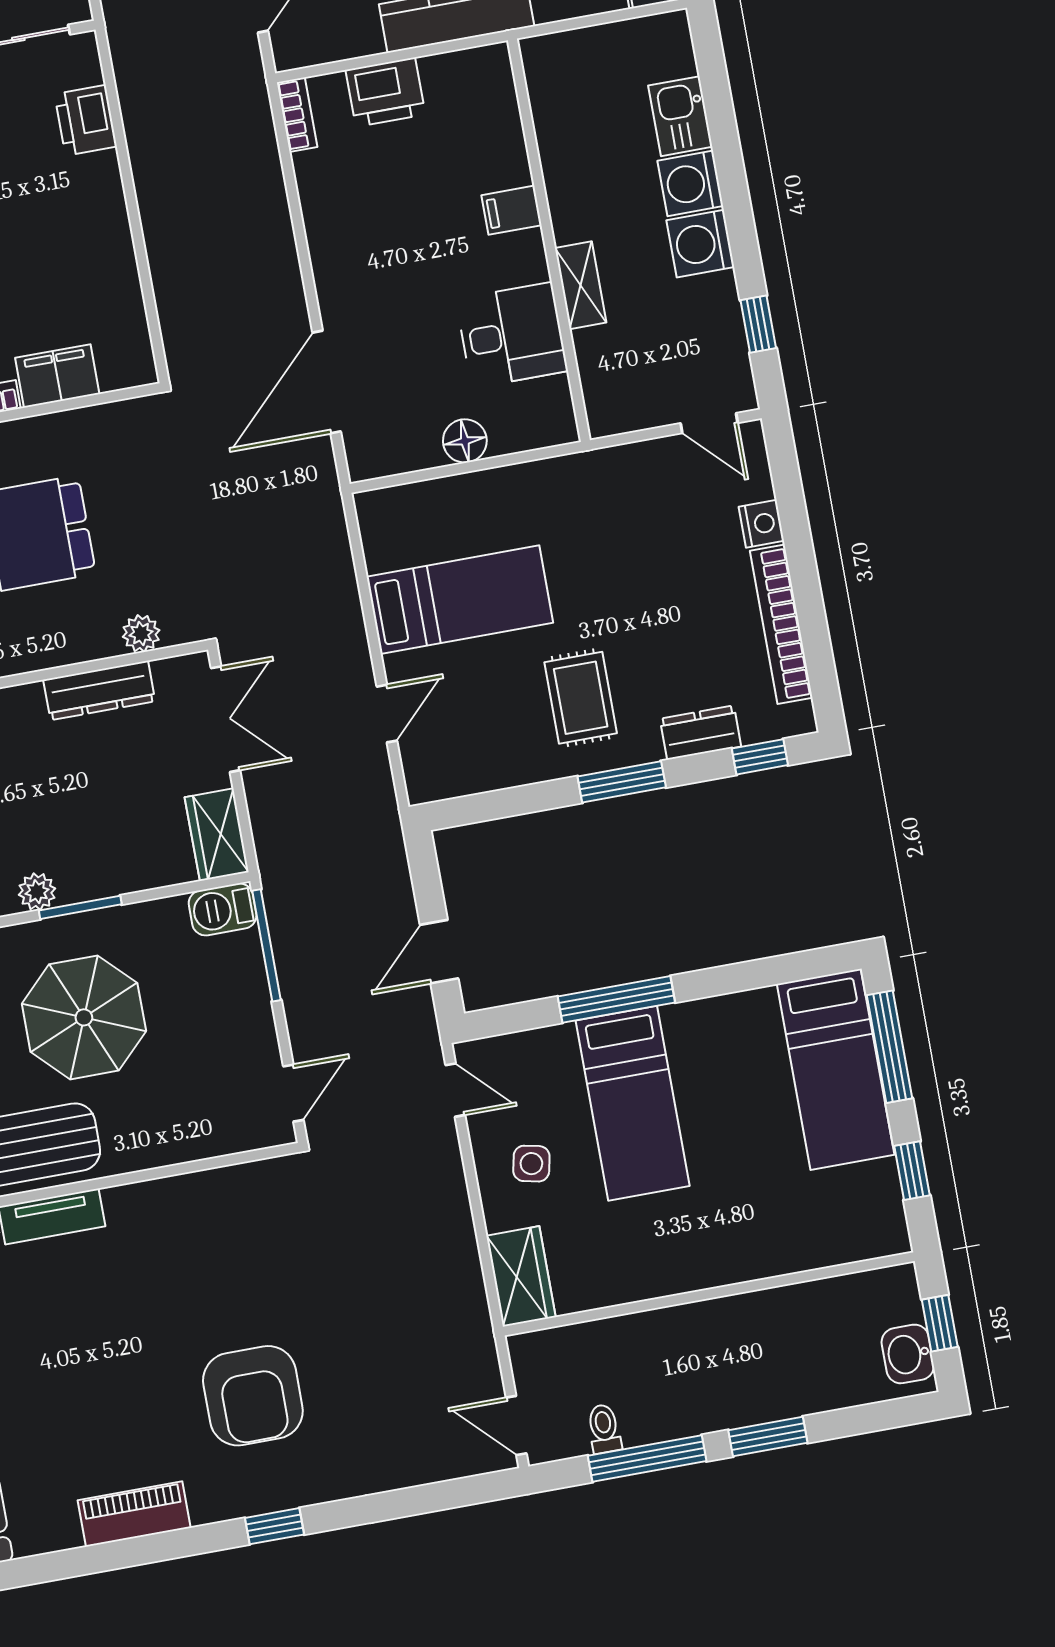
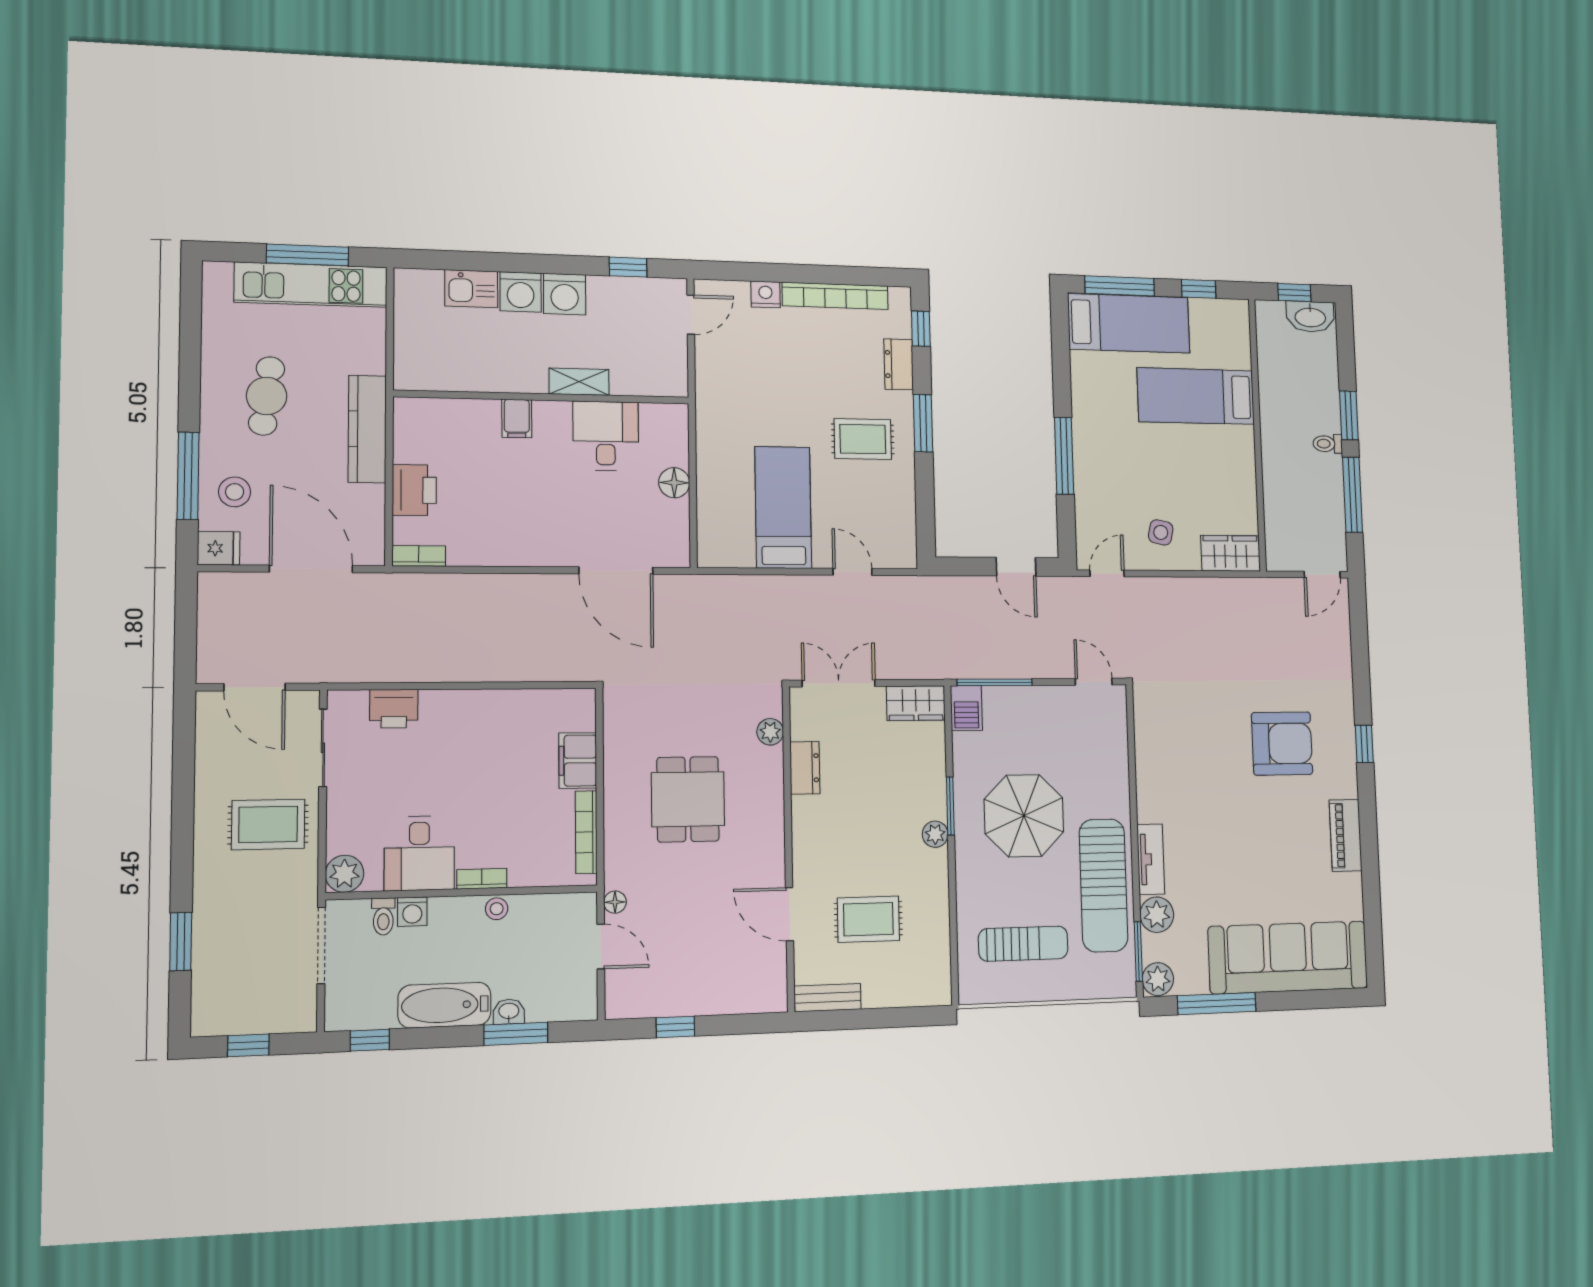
dresser: (99, 690) -> (805, 768), width x0.70
bed: (633, 1103) -> (1196, 396), moved, turned 180
washbasin: (908, 1354) -> (1310, 317), width x1.38
toilet: (604, 1429) -> (1328, 444), moved

